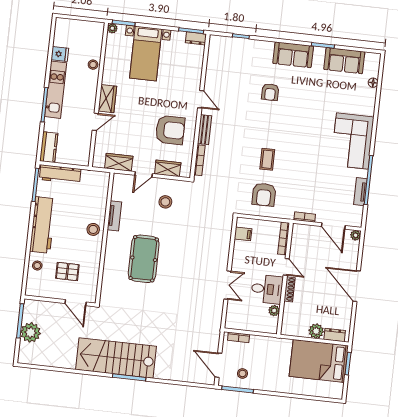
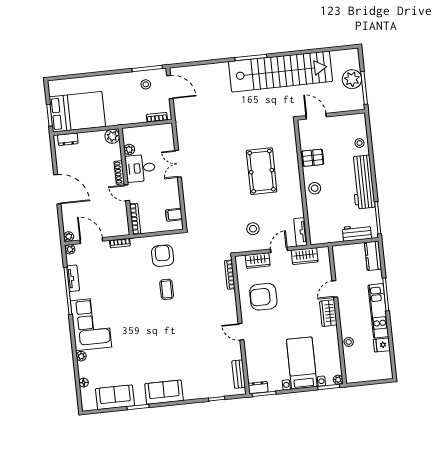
armchair: (270, 92) -> (178, 353), removed
plant: (370, 110) -> (81, 356), added
bench: (205, 130) -> (239, 374), moved
workbench: (60, 174) -> (357, 233), width x0.73
tv unit: (114, 216) -> (300, 232), moved
plant: (357, 222) -> (70, 249), added
pallet: (67, 271) -> (313, 158), moved
plant: (316, 331) -> (112, 136), moved
stairs: (116, 358) -> (280, 71), width x1.36

